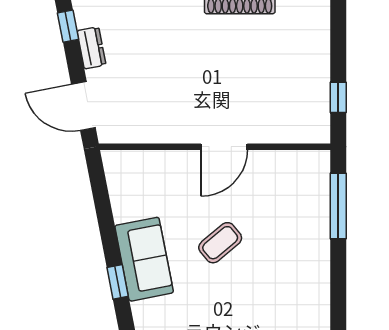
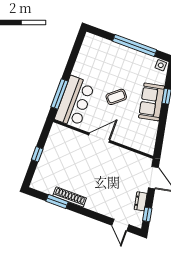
window: (338, 97) -> (37, 154), moved
bar counter: (302, 202) -> (75, 102), added

